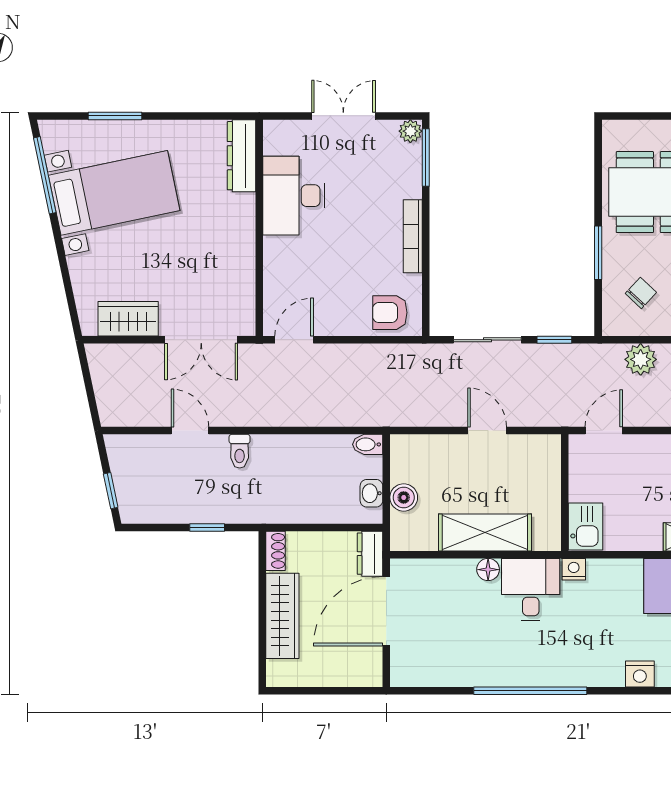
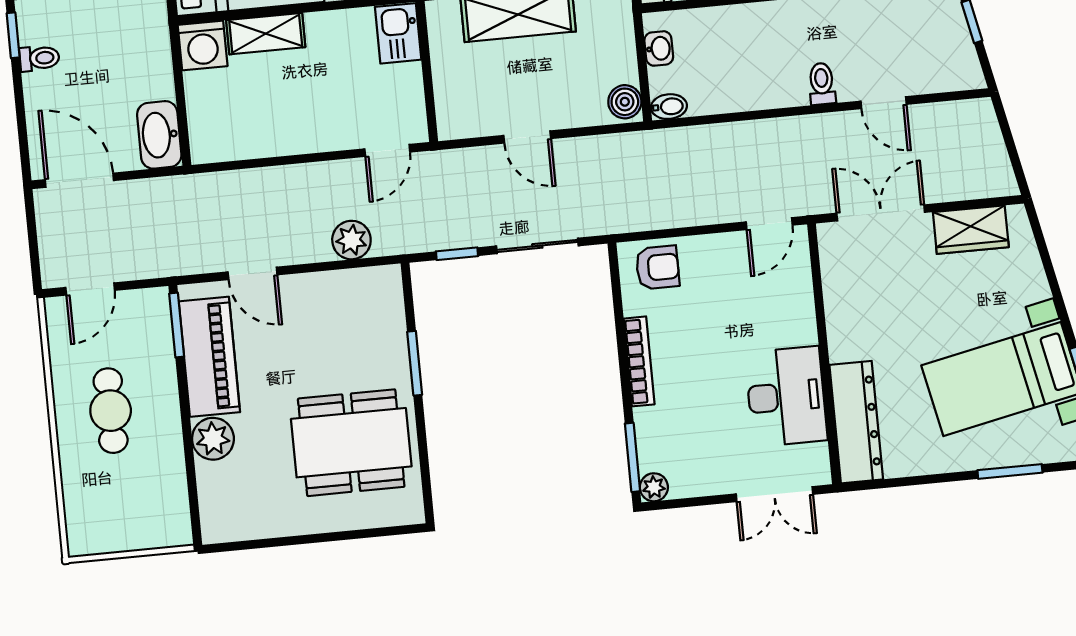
double door: (343, 116) -> (775, 494), moved
dresser: (241, 156) -> (856, 422), width x1.37, depth x1.24
chair: (641, 293) -> (359, 320), removed
boiler: (404, 497) -> (625, 102), moved

